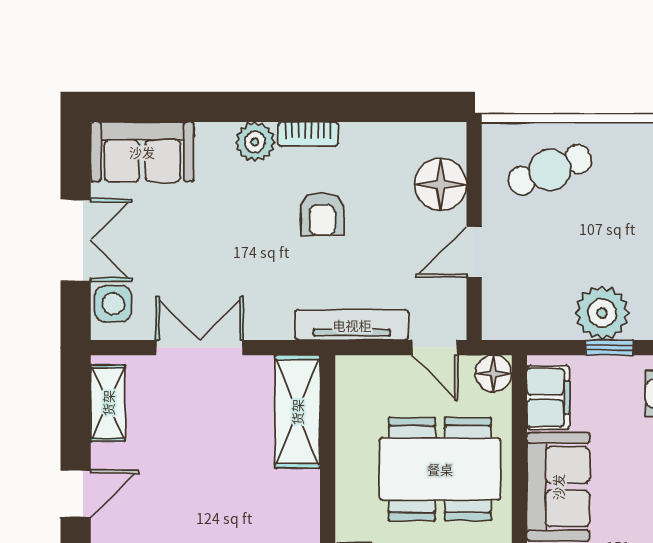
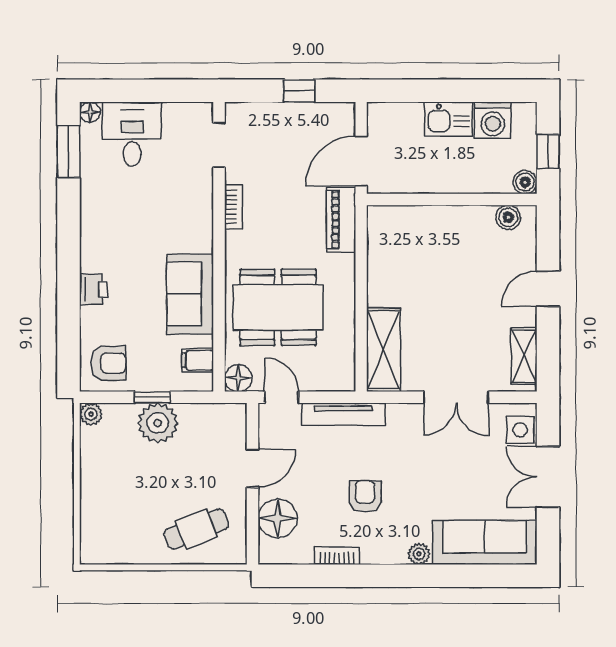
bookcase: (308, 134) -> (337, 556), moved
plant: (255, 142) -> (419, 554), width x0.73, depth x0.73
sofa: (142, 152) -> (485, 542), width x1.36
filing cabinet: (548, 398) -> (198, 360), width x0.50

